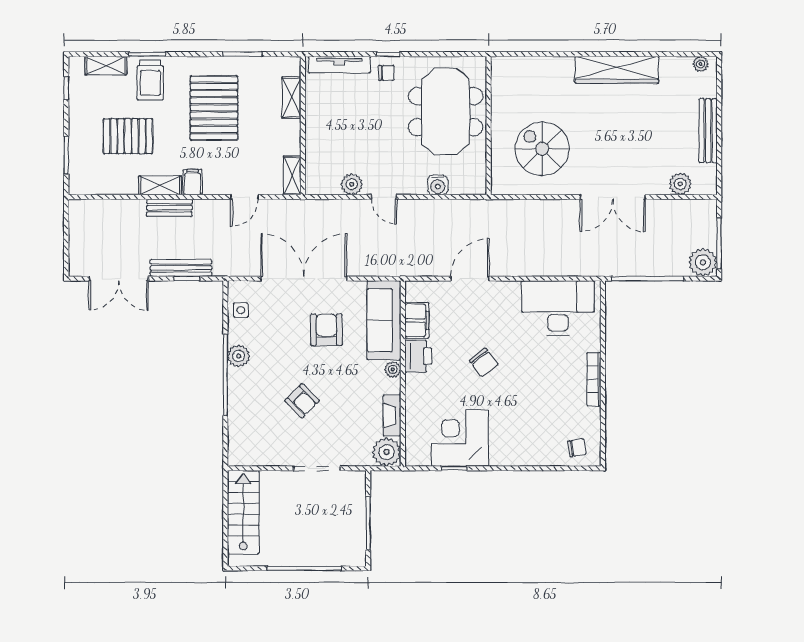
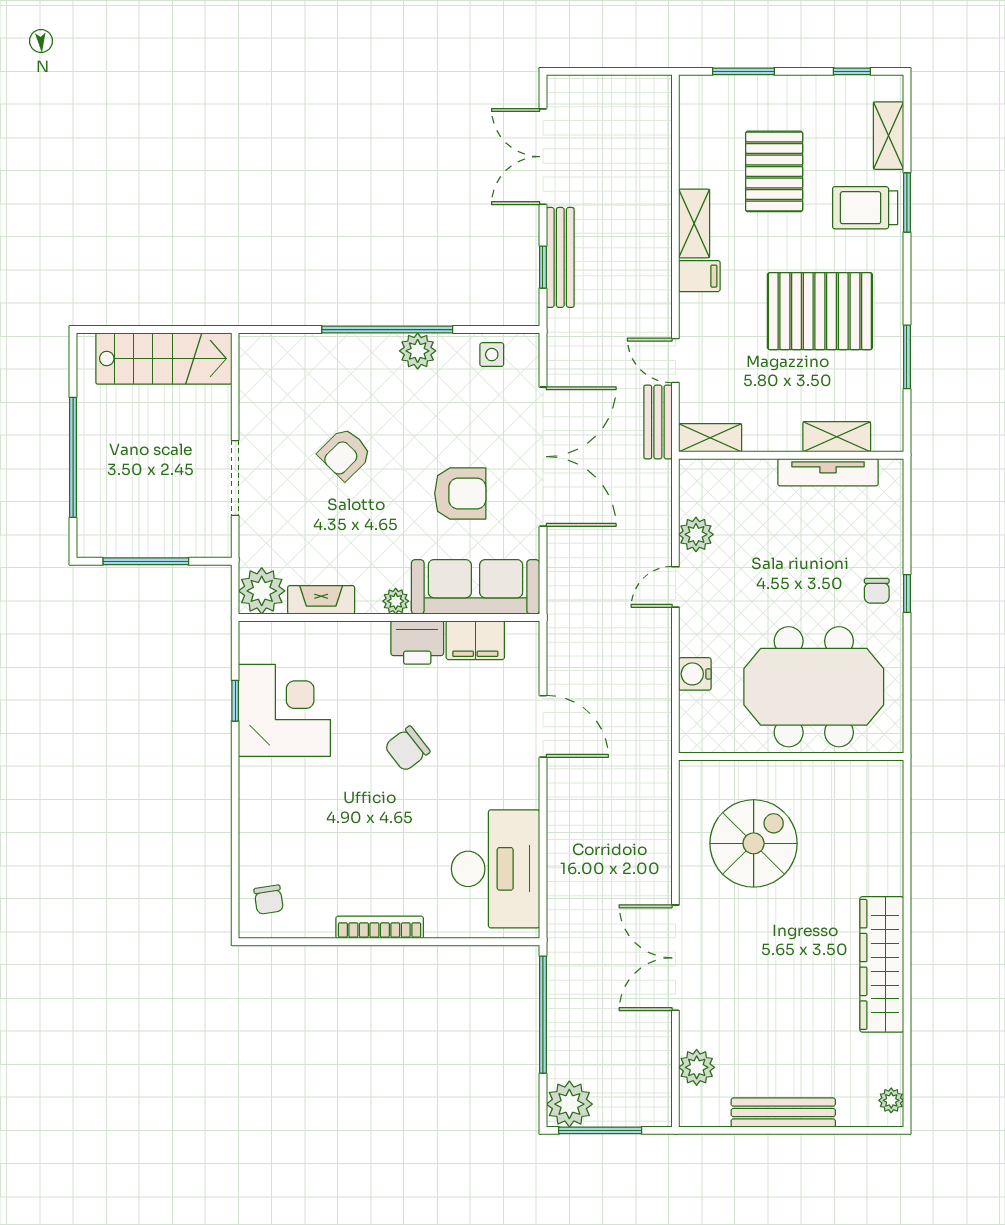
tv unit: (339, 65) -> (828, 472), moved, turned -90
bench: (169, 208) -> (658, 422), moved

